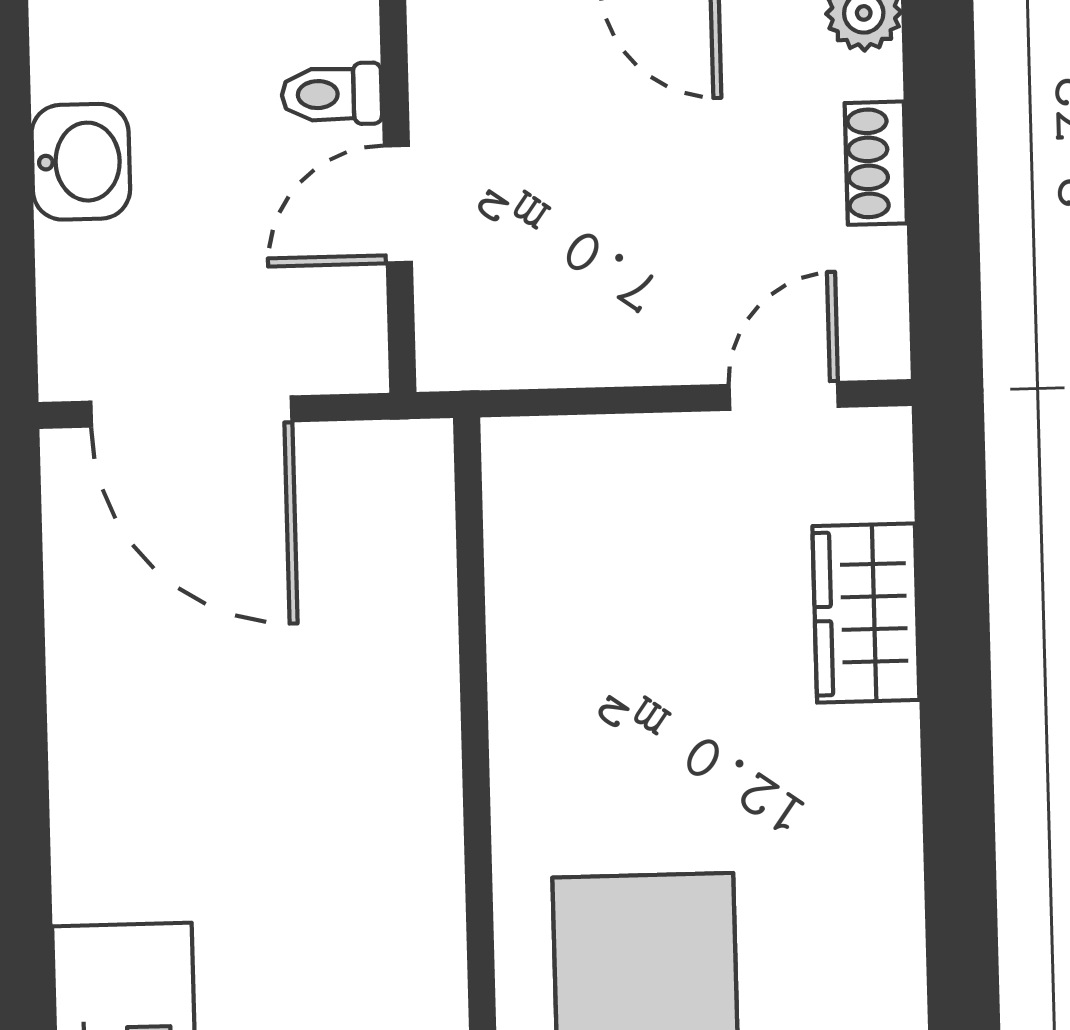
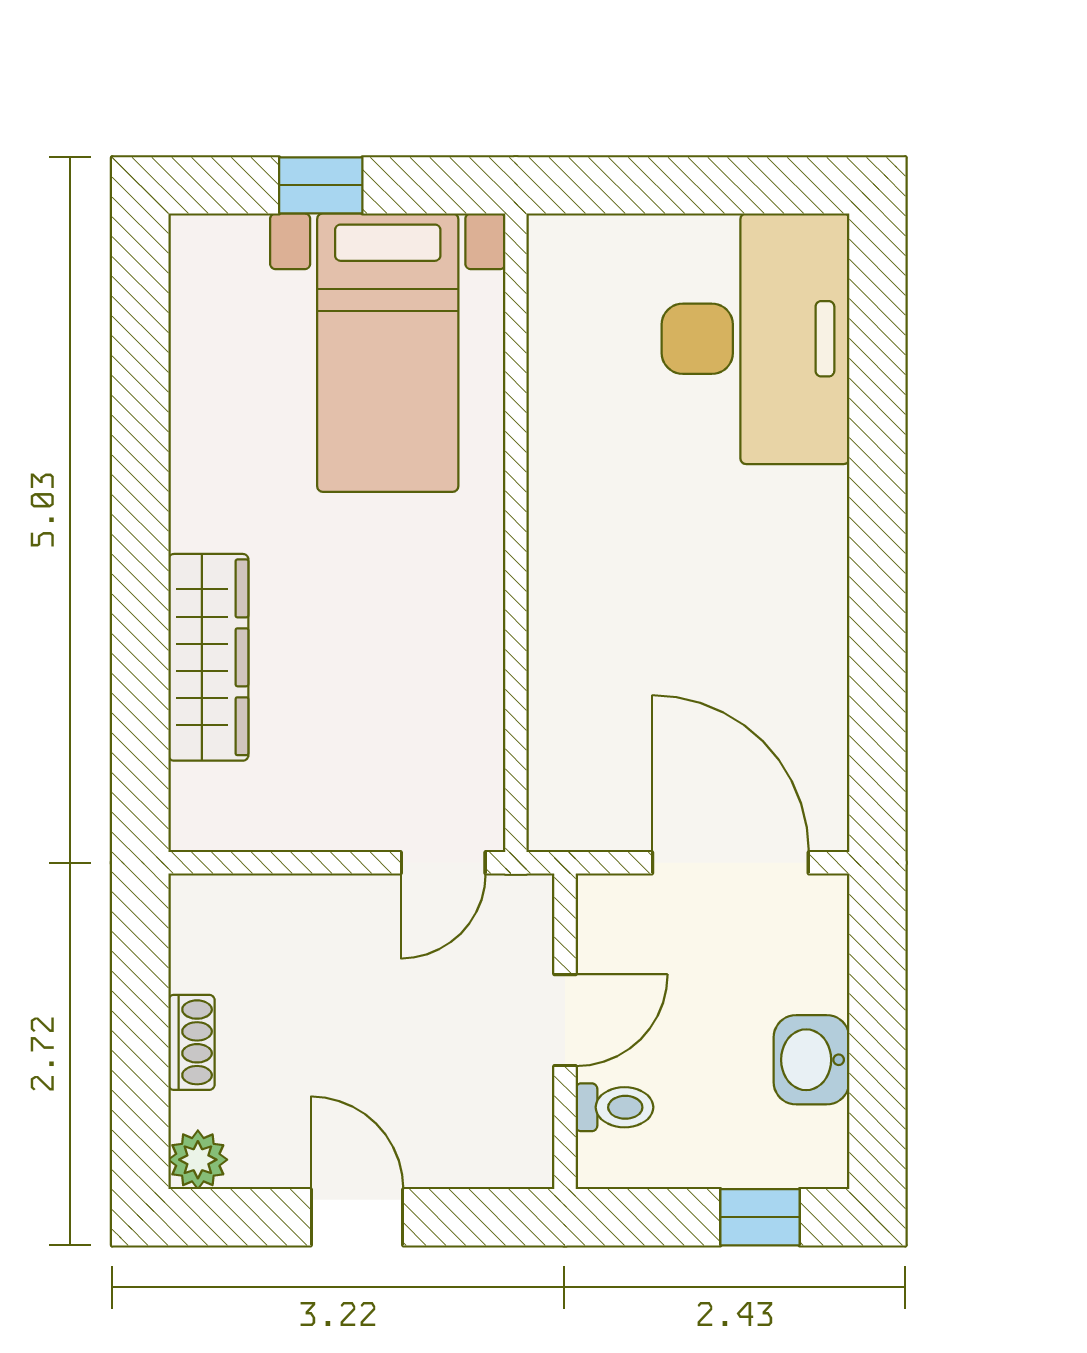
door: (784, 396) -> (443, 863), moved
wardrobe: (866, 613) -> (208, 657), width x1.50

